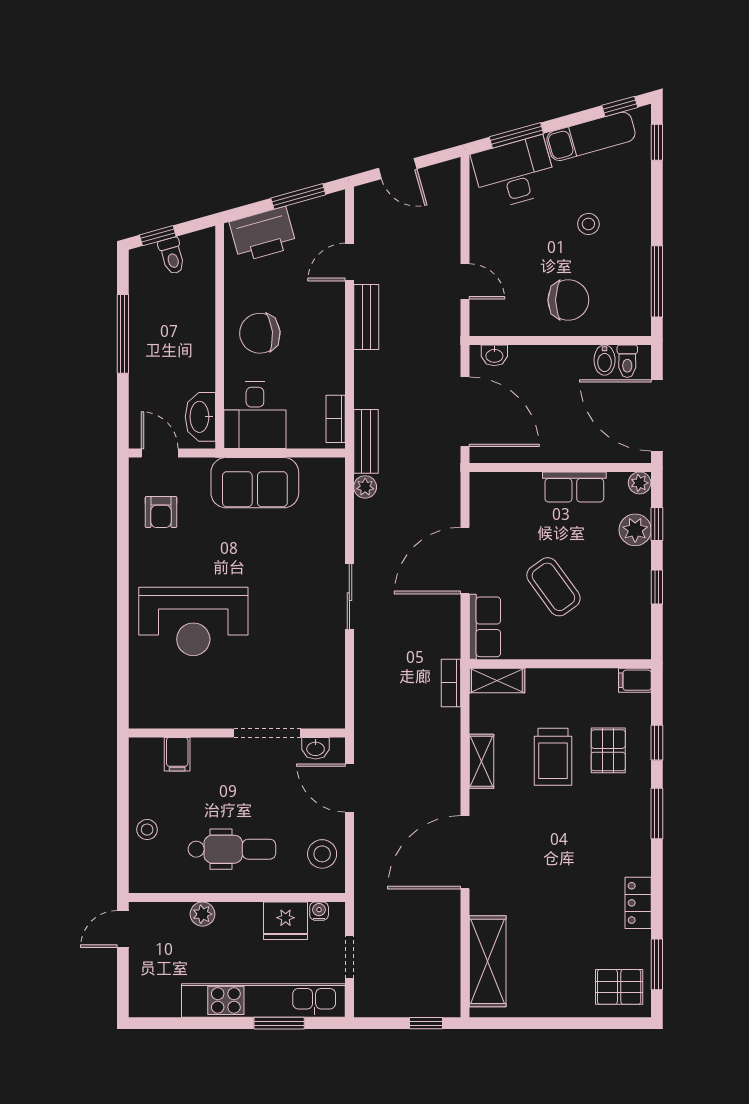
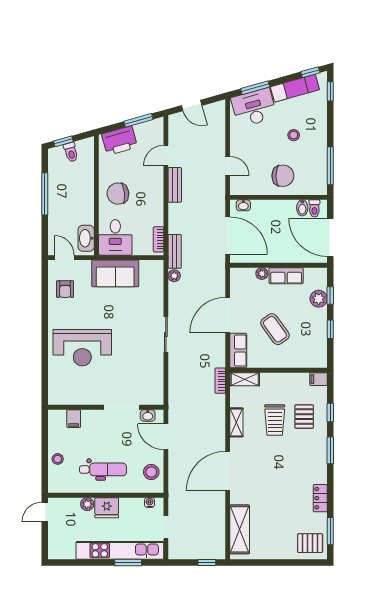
plant: (640, 483) -> (262, 274), moved
fridge: (286, 921) -> (107, 508), moved

